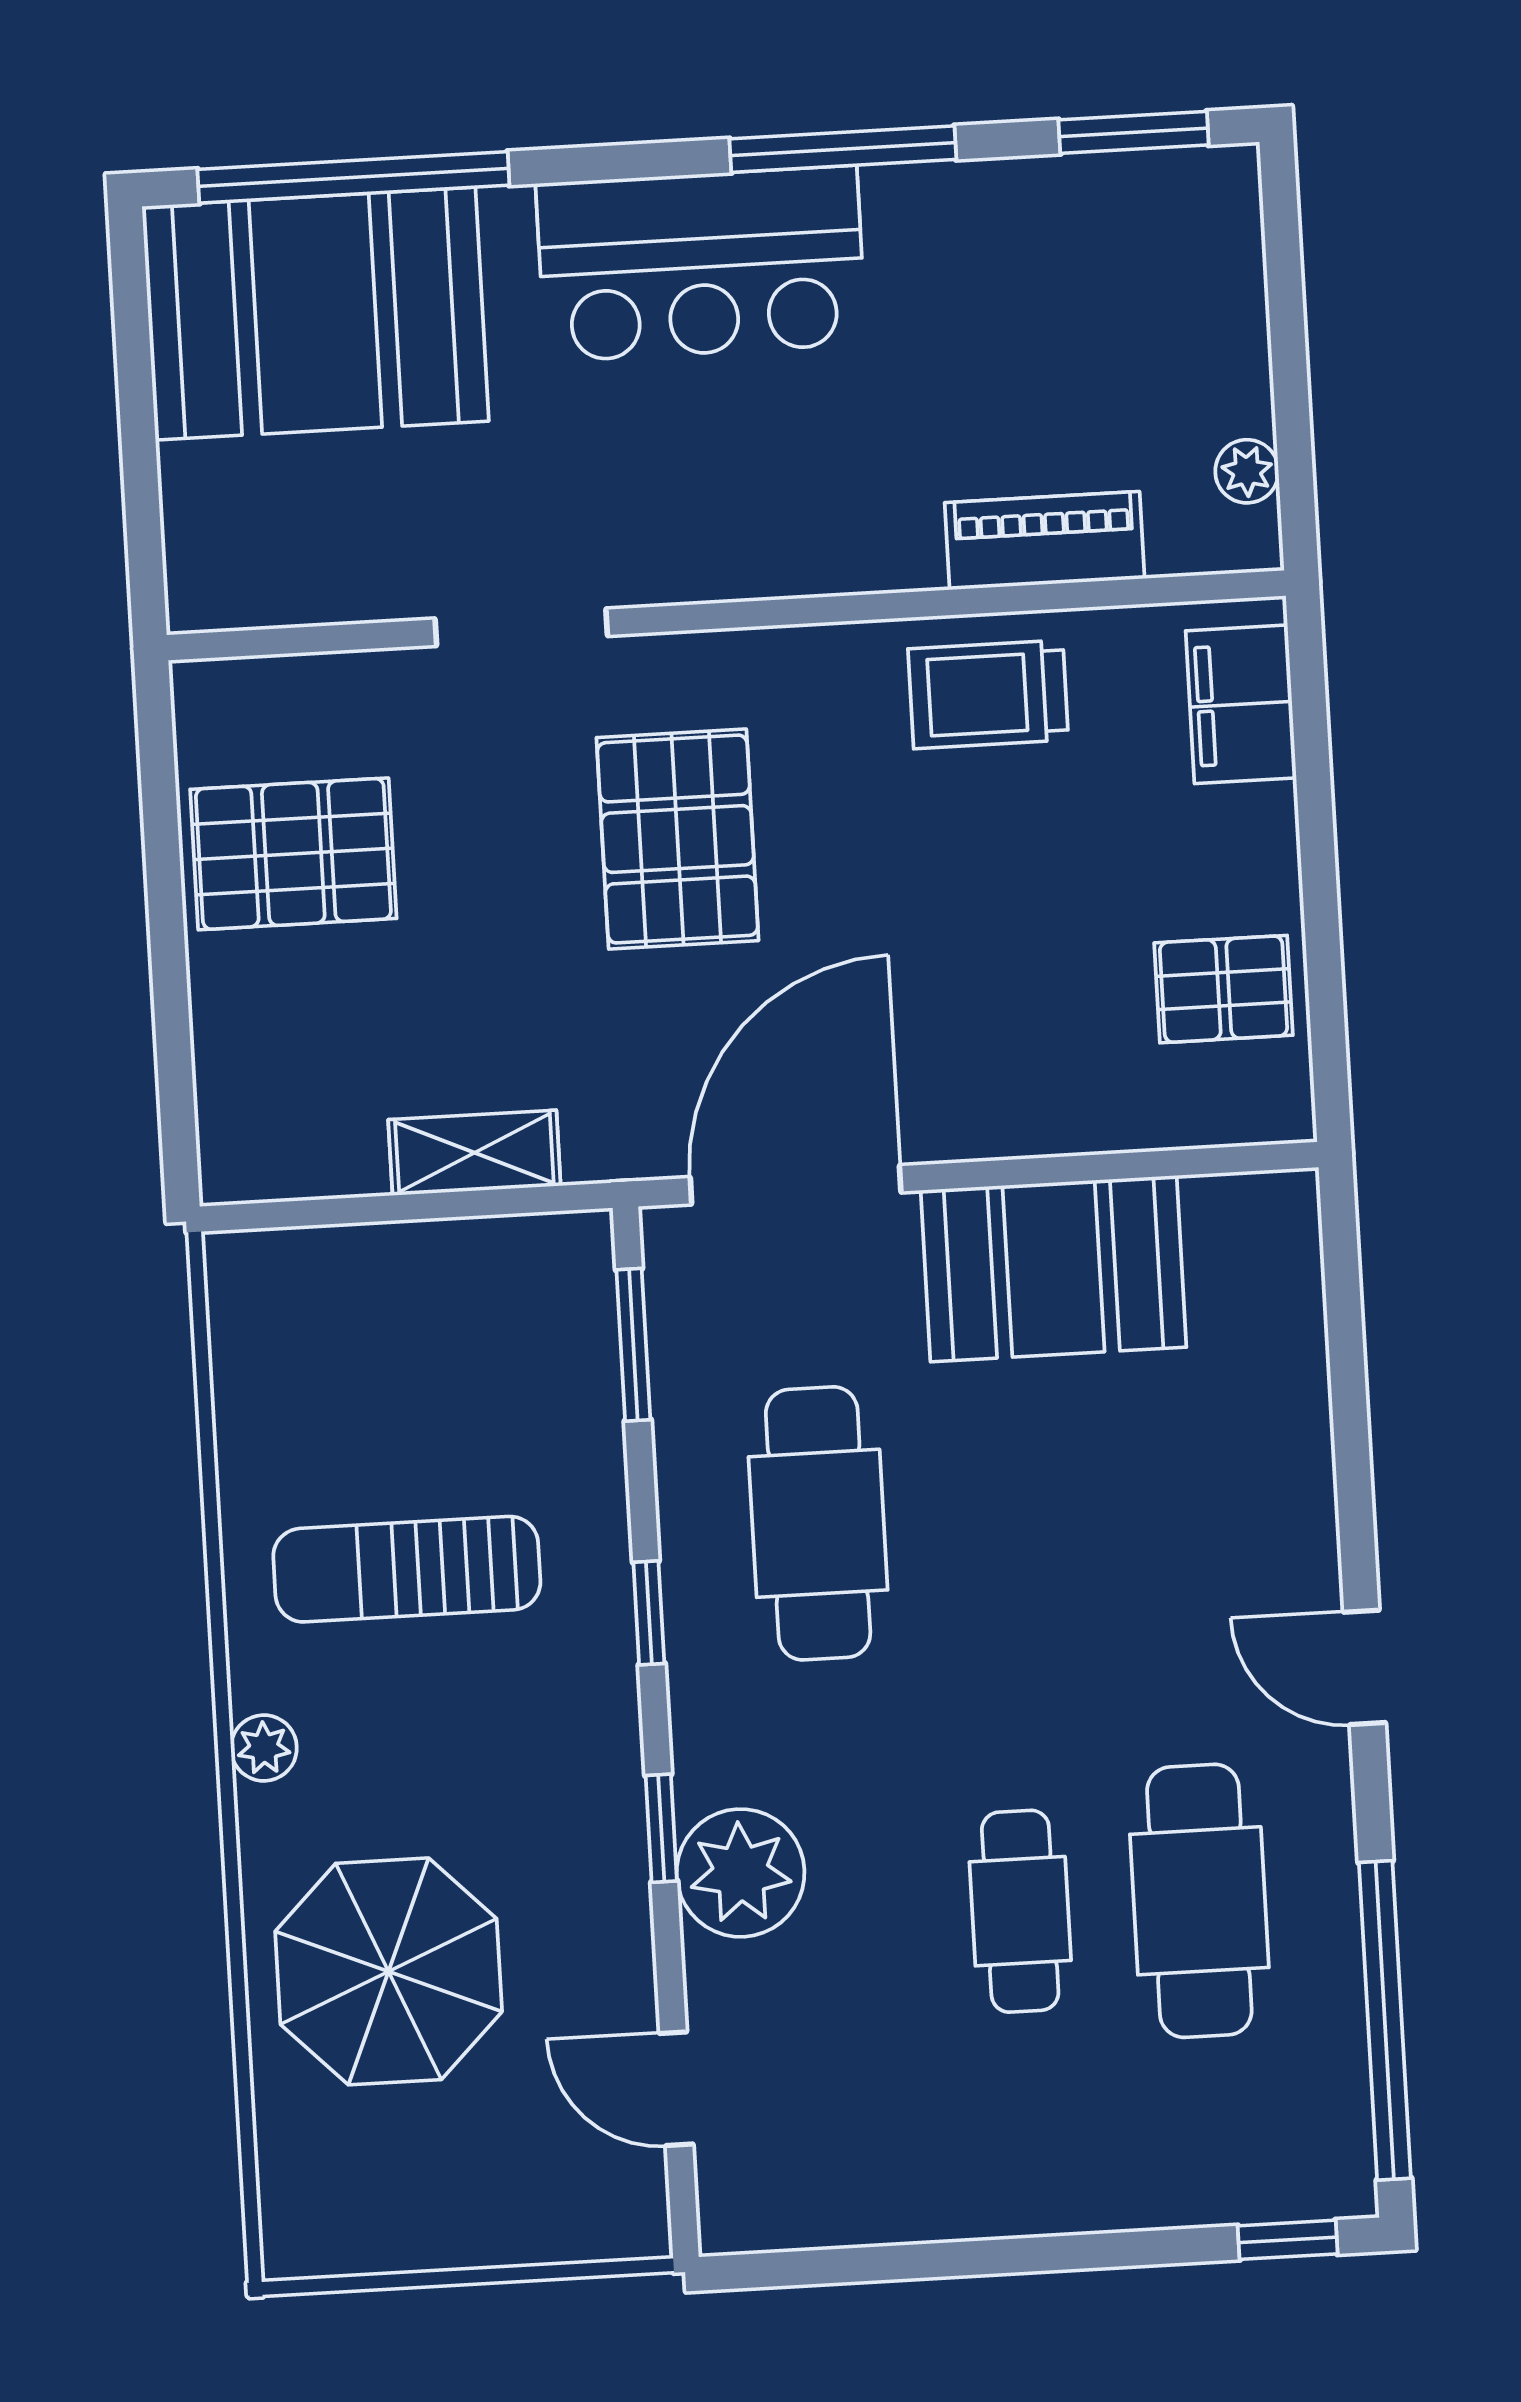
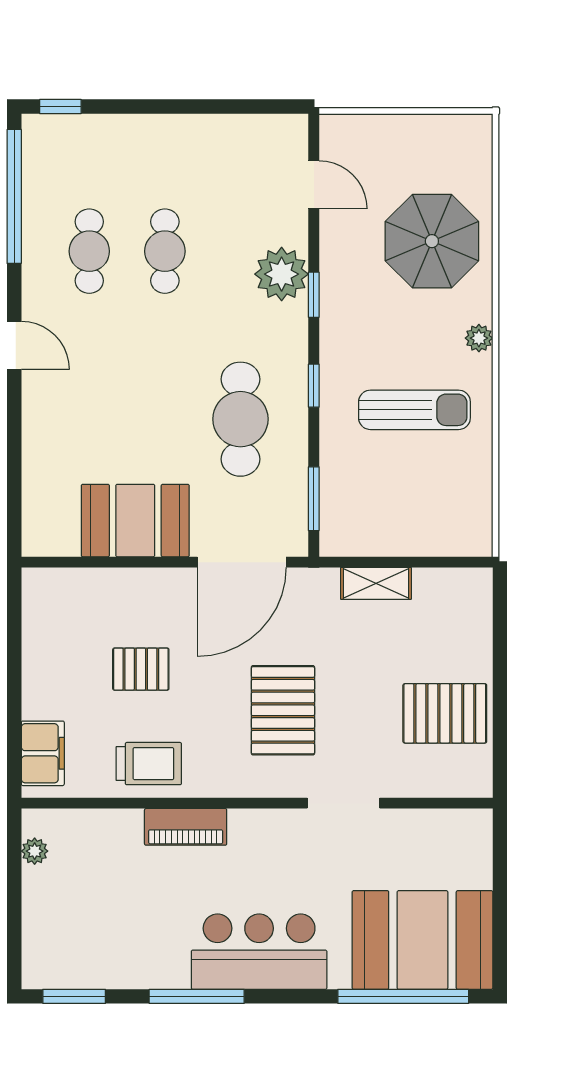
piano: (1045, 541) -> (186, 827), moved
pallet: (1223, 989) -> (141, 669), moved
cafe table: (1199, 1901) -> (89, 251), width x0.73, depth x0.74

